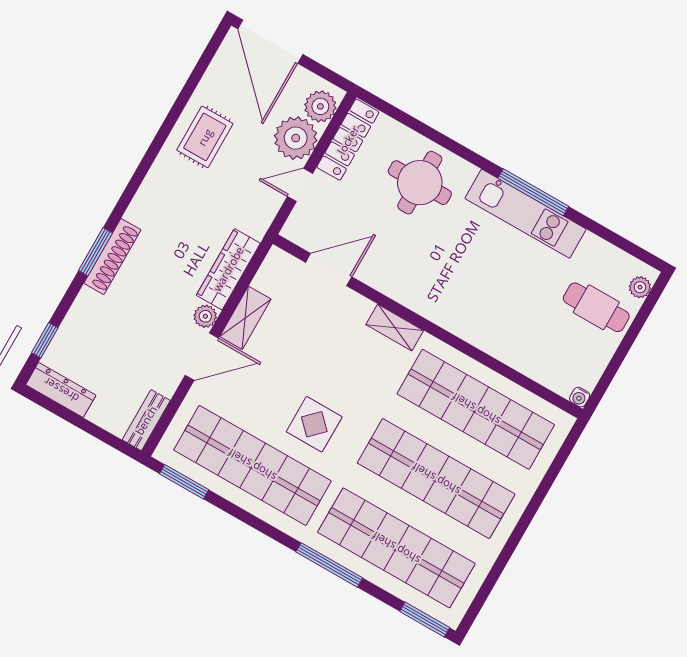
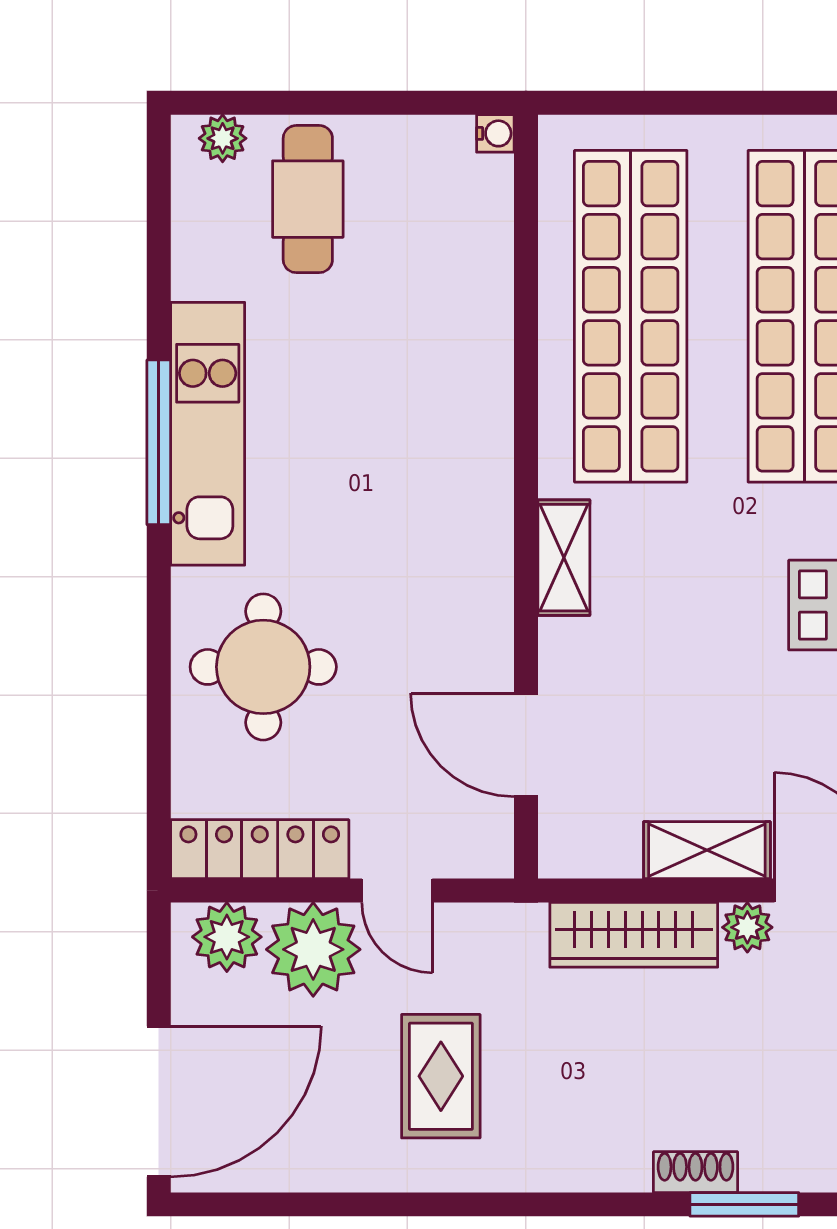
rug: (205, 137) -> (441, 1076), moved, turned 90
shoe rack: (112, 257) -> (695, 1172), width x0.51, depth x0.81

